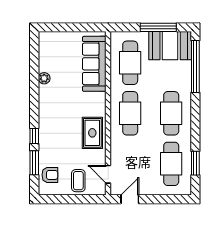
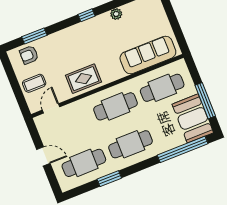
window: (34, 136) -> (86, 15), moved
window: (195, 163) -> (109, 179), moved
armchair: (50, 175) -> (29, 55), turned 90
door: (130, 199) -> (43, 156), moved

